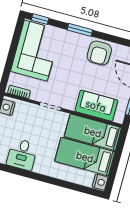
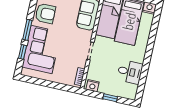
window: (40, 19) -> (22, 52), moved
corner sofa: (36, 51) -> (41, 49), moved, turned 90

